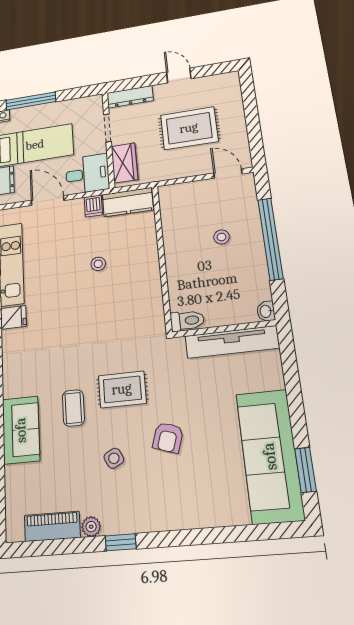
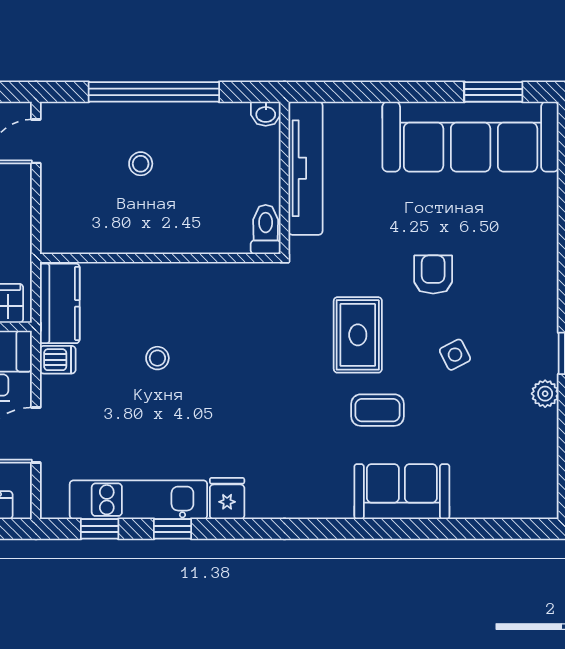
armchair: (168, 438) -> (433, 274), turned -108
piano: (52, 526) -> (541, 450), removed

